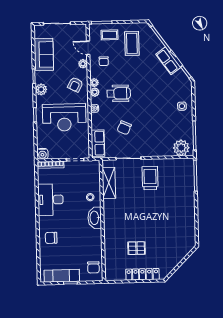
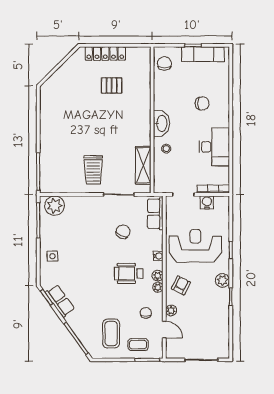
sofa: (44, 54) -> (218, 323), removed
row of seats: (168, 61) -> (60, 301), moved
water cooler: (42, 154) -> (207, 202), moved
chair: (51, 238) -> (202, 103), moved

